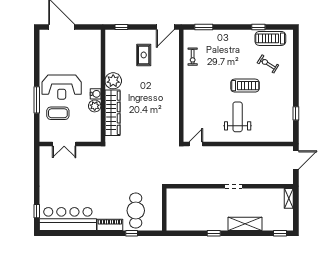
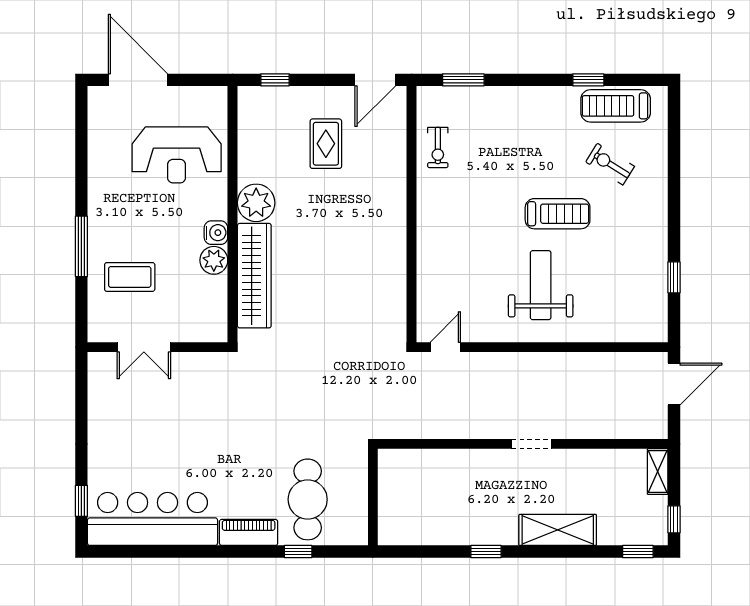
reception desk: (62, 87) -> (177, 155), moved
window: (296, 219) -> (674, 519), added

